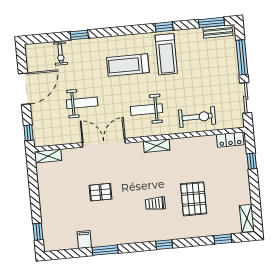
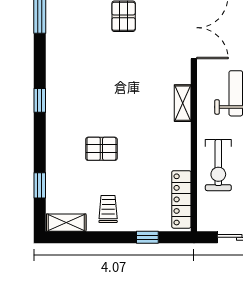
locker: (230, 140) -> (181, 199), width x1.53
pallet: (194, 199) -> (101, 149), width x0.67, depth x0.71
trolley: (155, 204) -> (108, 209), moved

